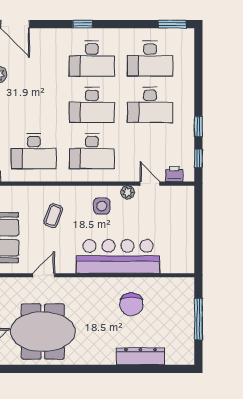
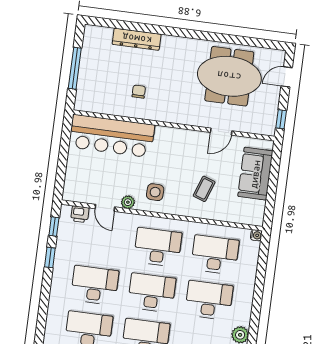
desk: (34, 105) -> (209, 300), added
bar counter: (118, 256) -> (112, 136), moved
chair: (131, 304) -> (139, 92), width x0.54, depth x0.54

